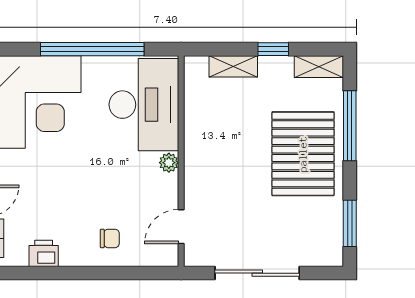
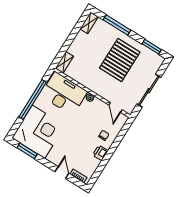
window: (273, 49) -> (73, 35), removed
shelving: (233, 66) -> (64, 62), moved
pallet: (303, 154) -> (120, 60), moved, turned 90
printer: (44, 253) -> (100, 153), moved

